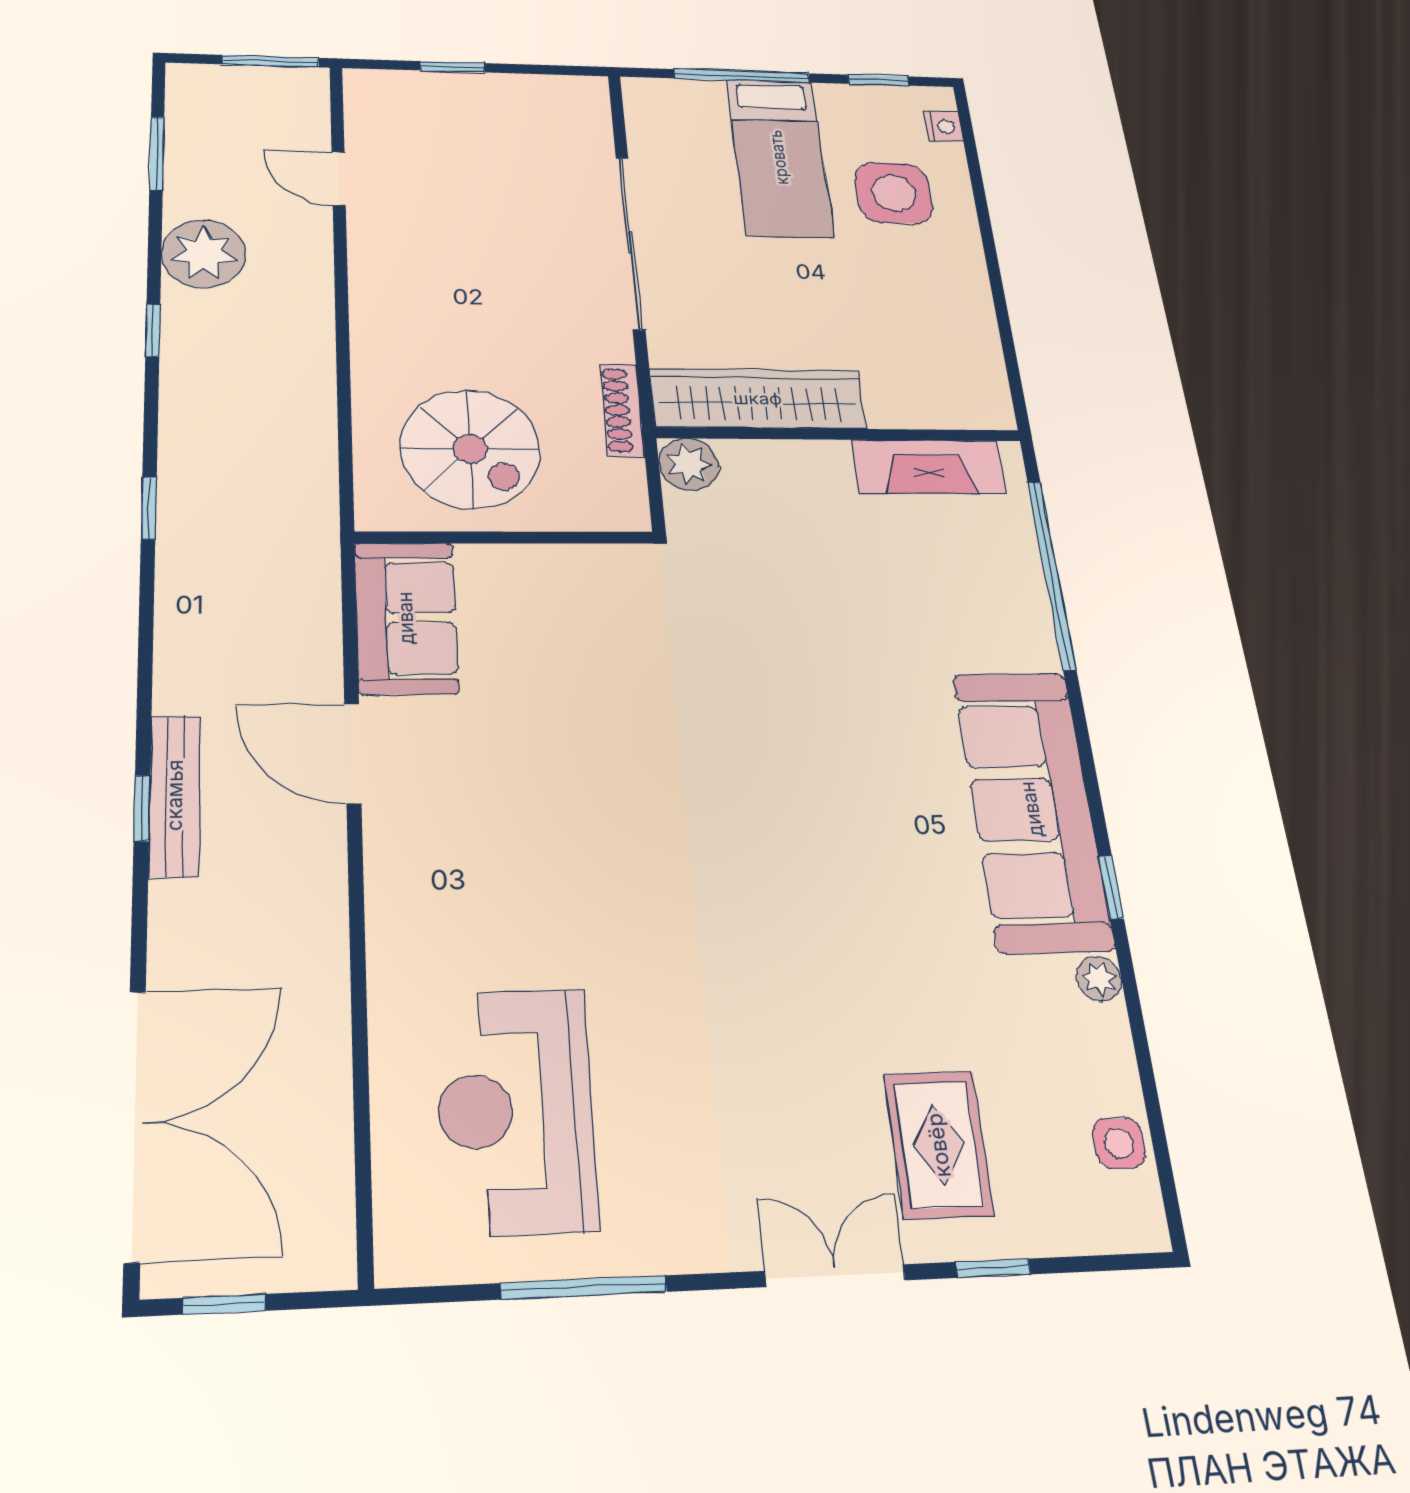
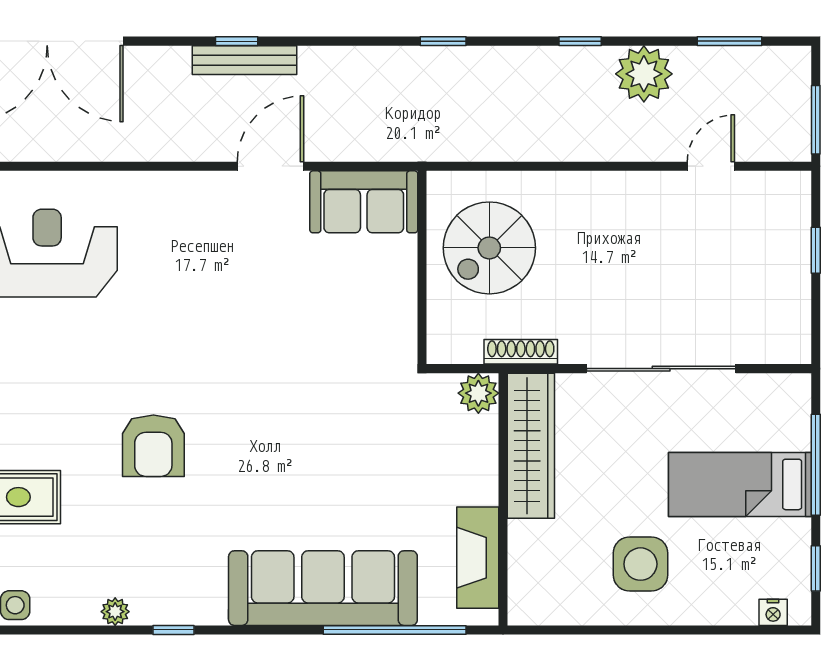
side table: (894, 193) -> (640, 564), moved
sofa: (1032, 809) -> (323, 588), moved
armchair: (824, 925) -> (153, 446), added

